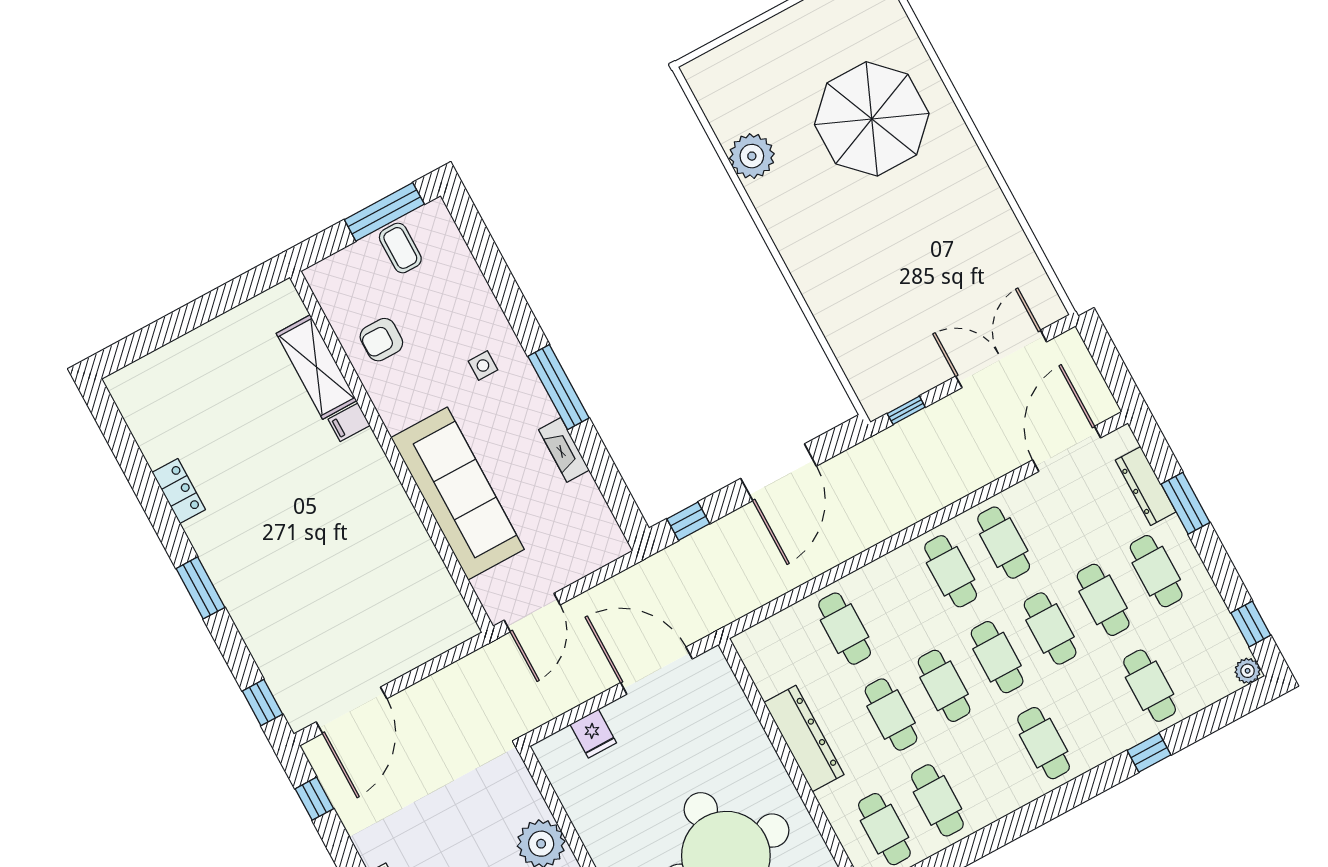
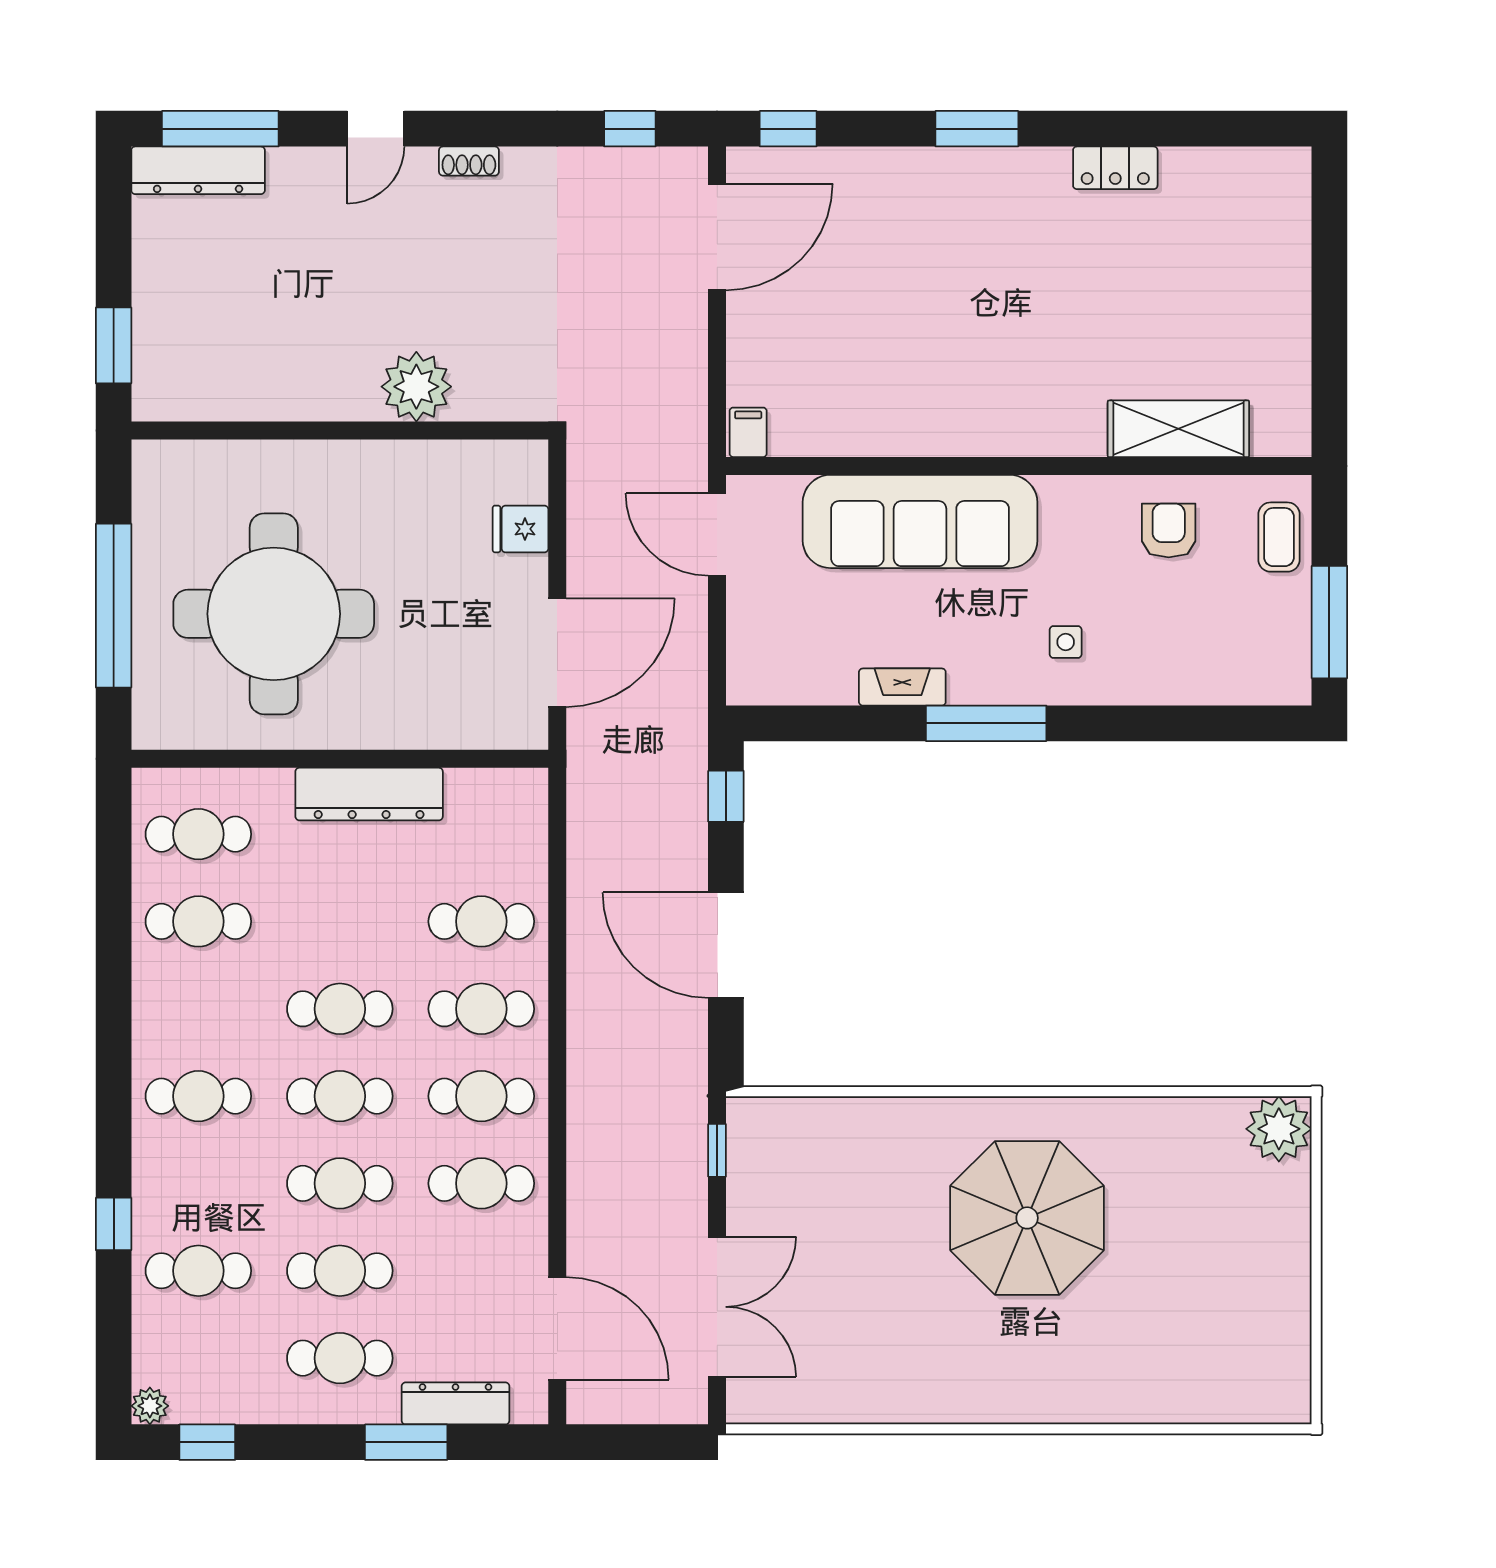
parasol: (872, 119) -> (1027, 1218), moved
plant: (752, 156) -> (1279, 1129), moved
coffee table: (400, 248) -> (1279, 537), moved, turned 90
filing cabinet: (349, 422) -> (748, 432), moved
door: (351, 710) -> (717, 237), swing flipped
cafe table: (891, 715) -> (481, 1009), moved

